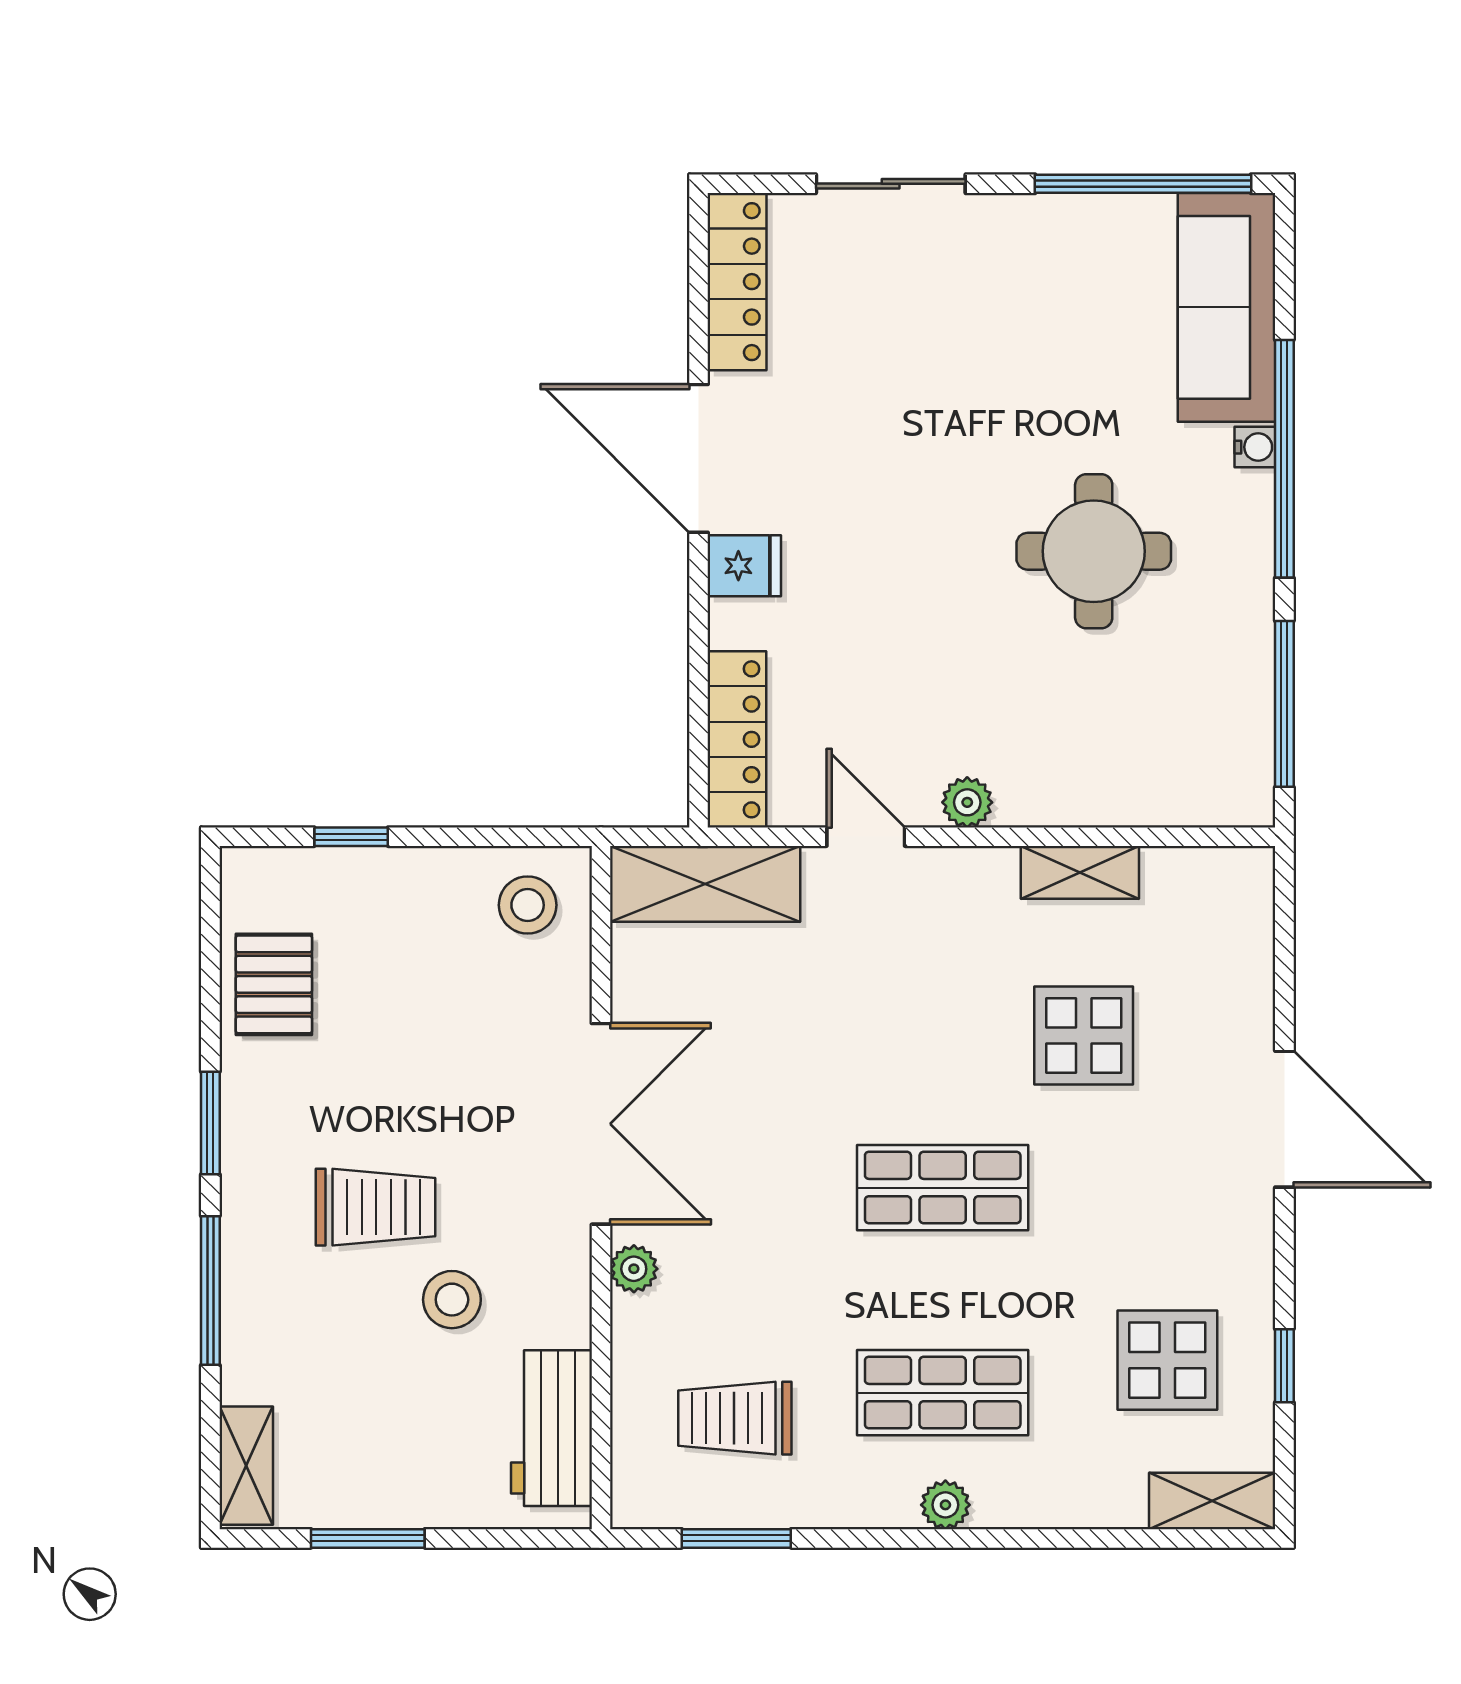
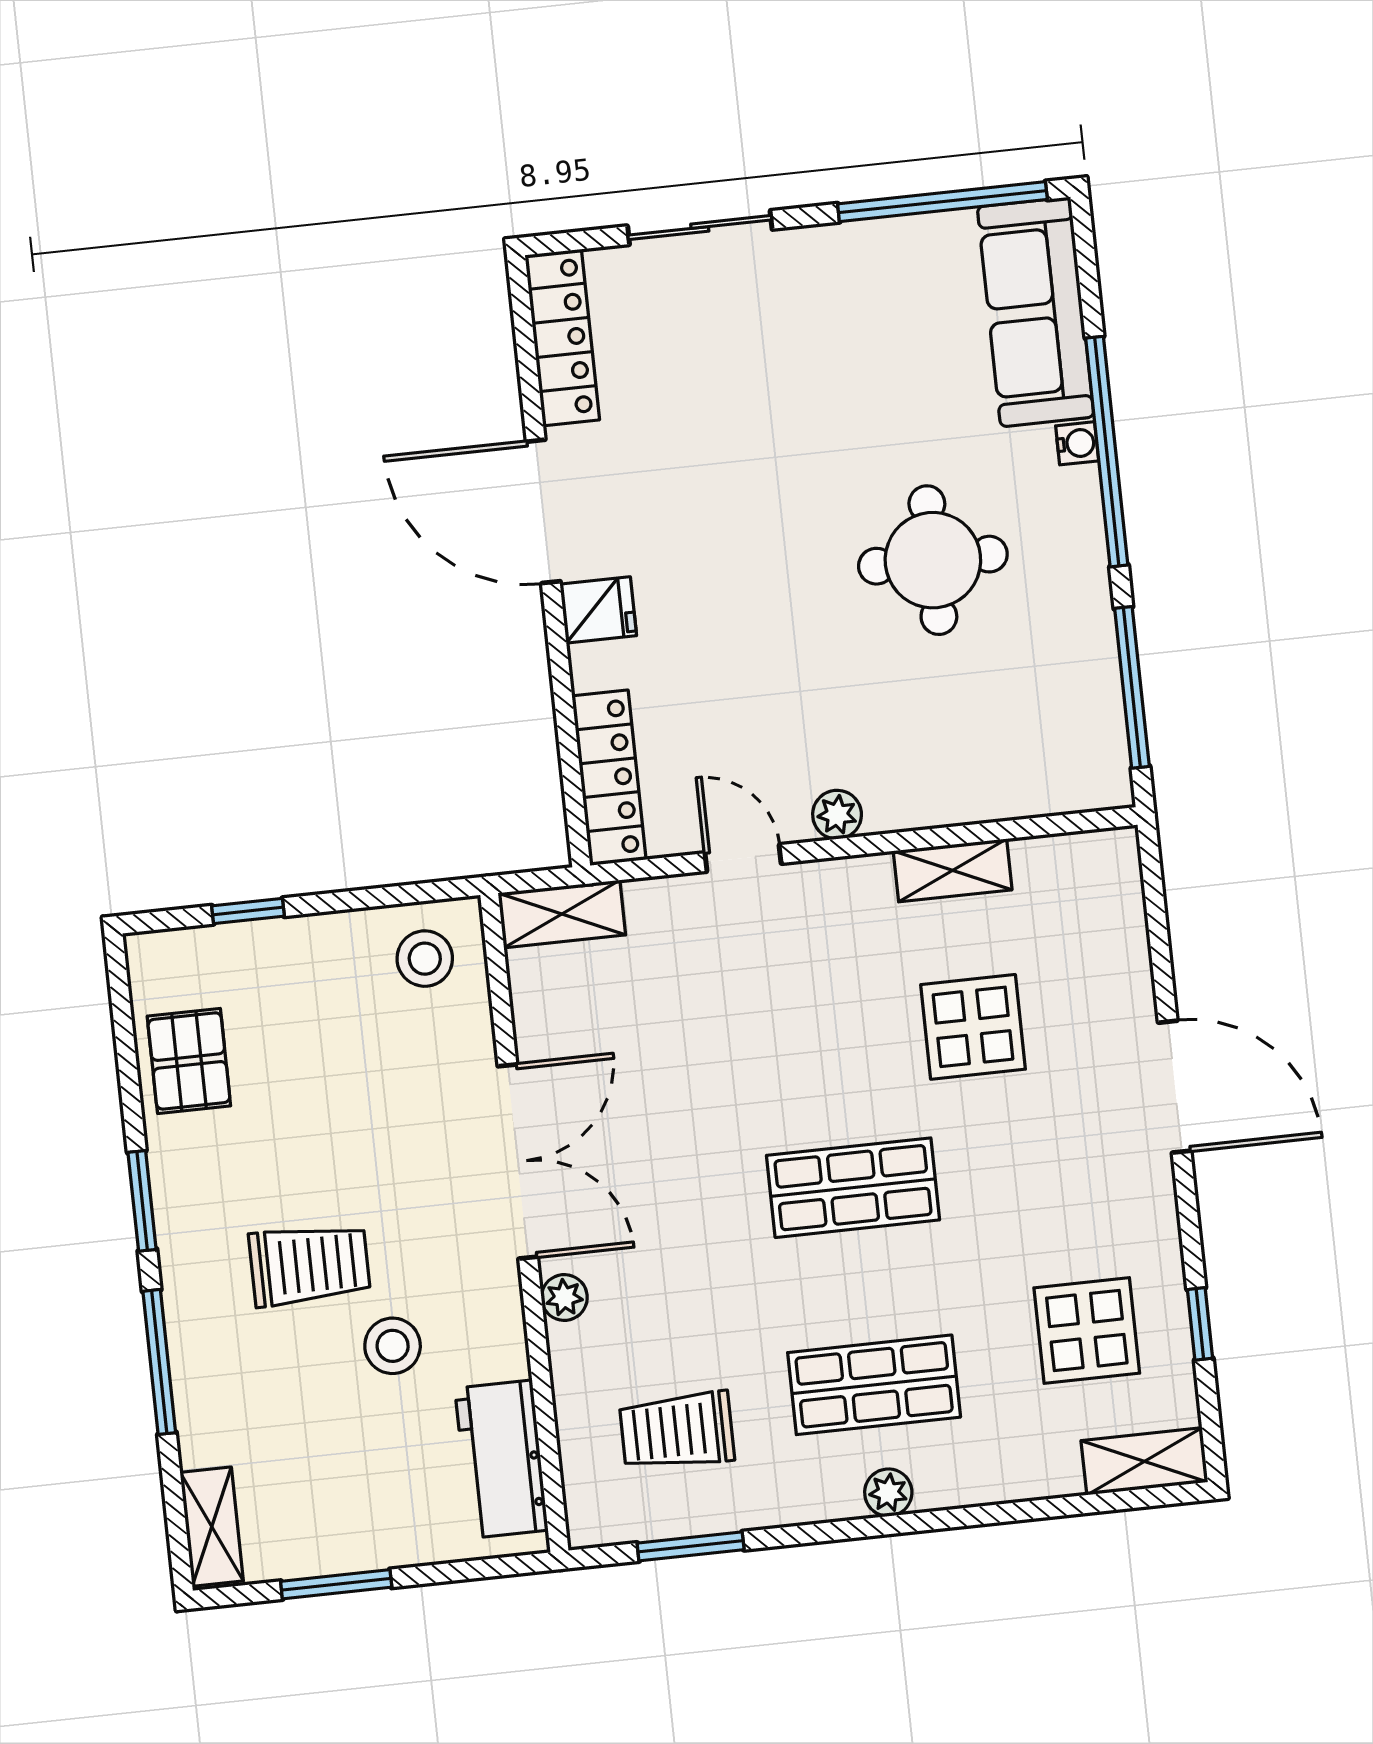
shelving: (705, 884) -> (562, 914), width x0.67, depth x0.75

